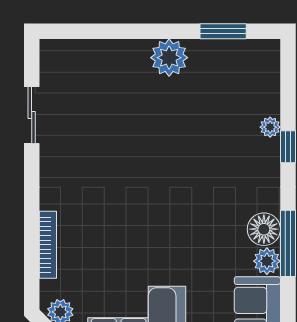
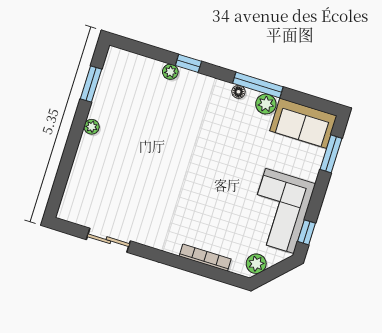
plant: (169, 58) -> (92, 127), width x0.53, depth x0.53
floor lamp: (264, 229) -> (238, 92), width x0.53, depth x0.53

